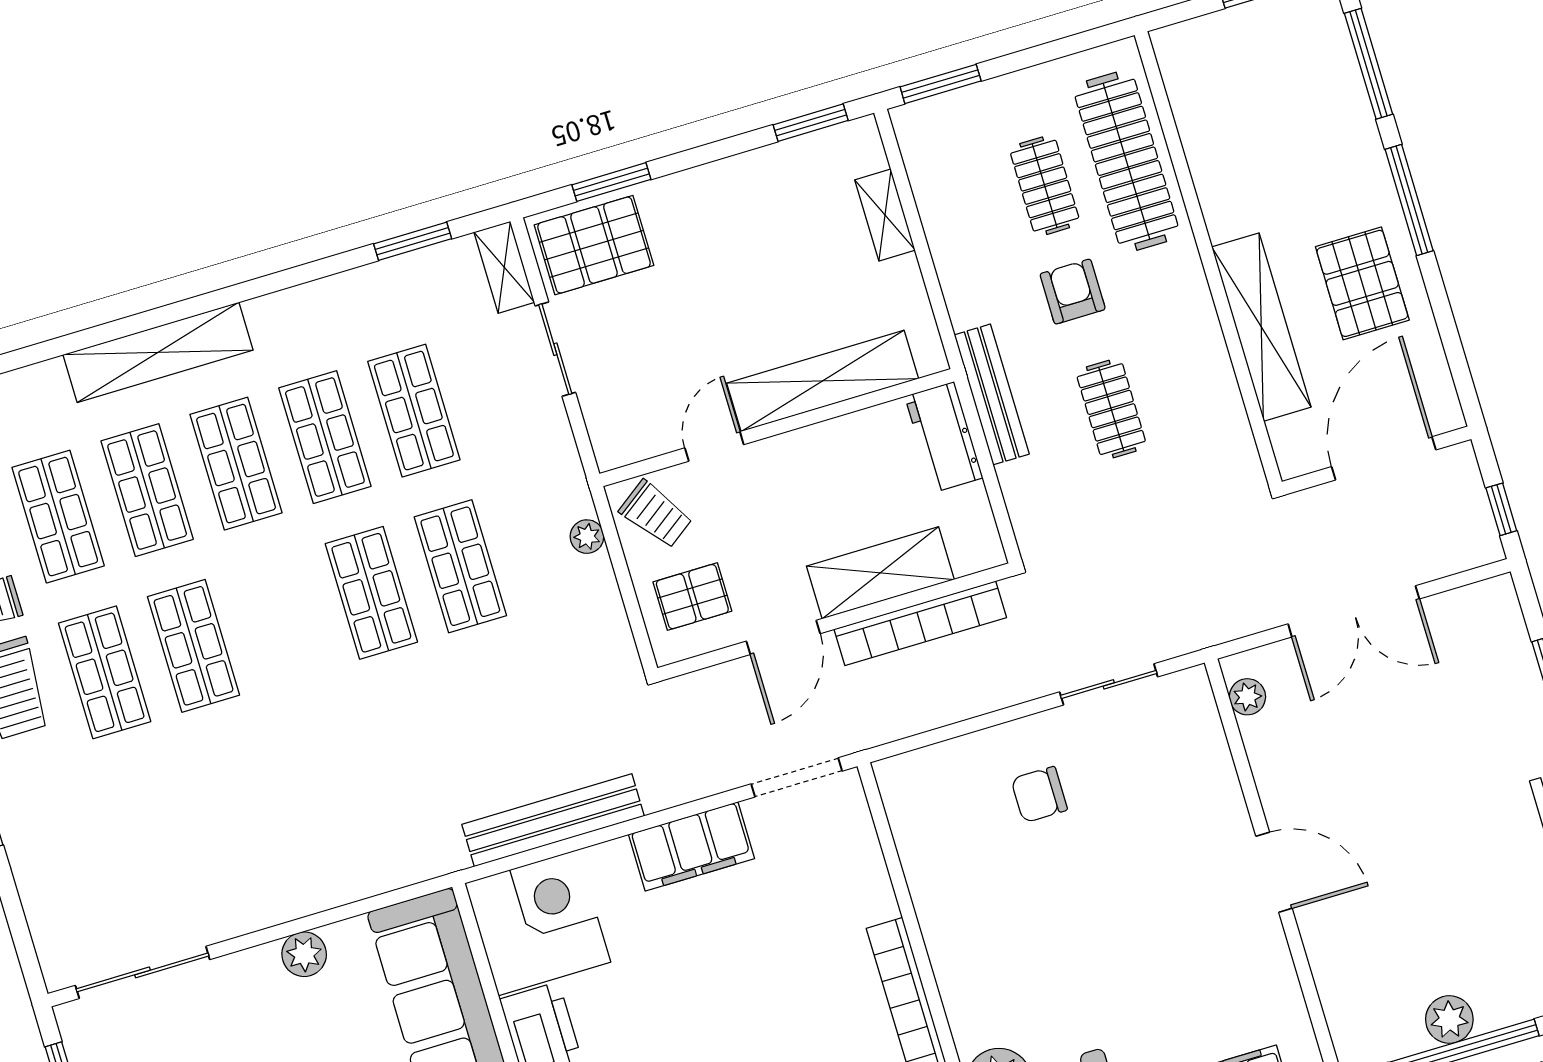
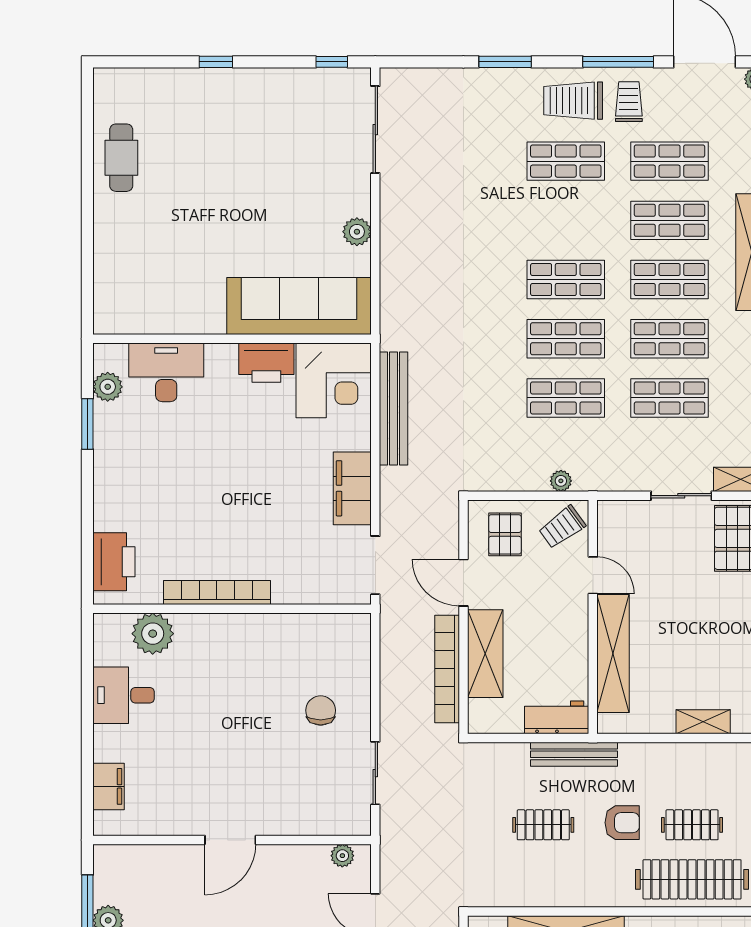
shop shelf: (194, 646) -> (566, 280), moved

